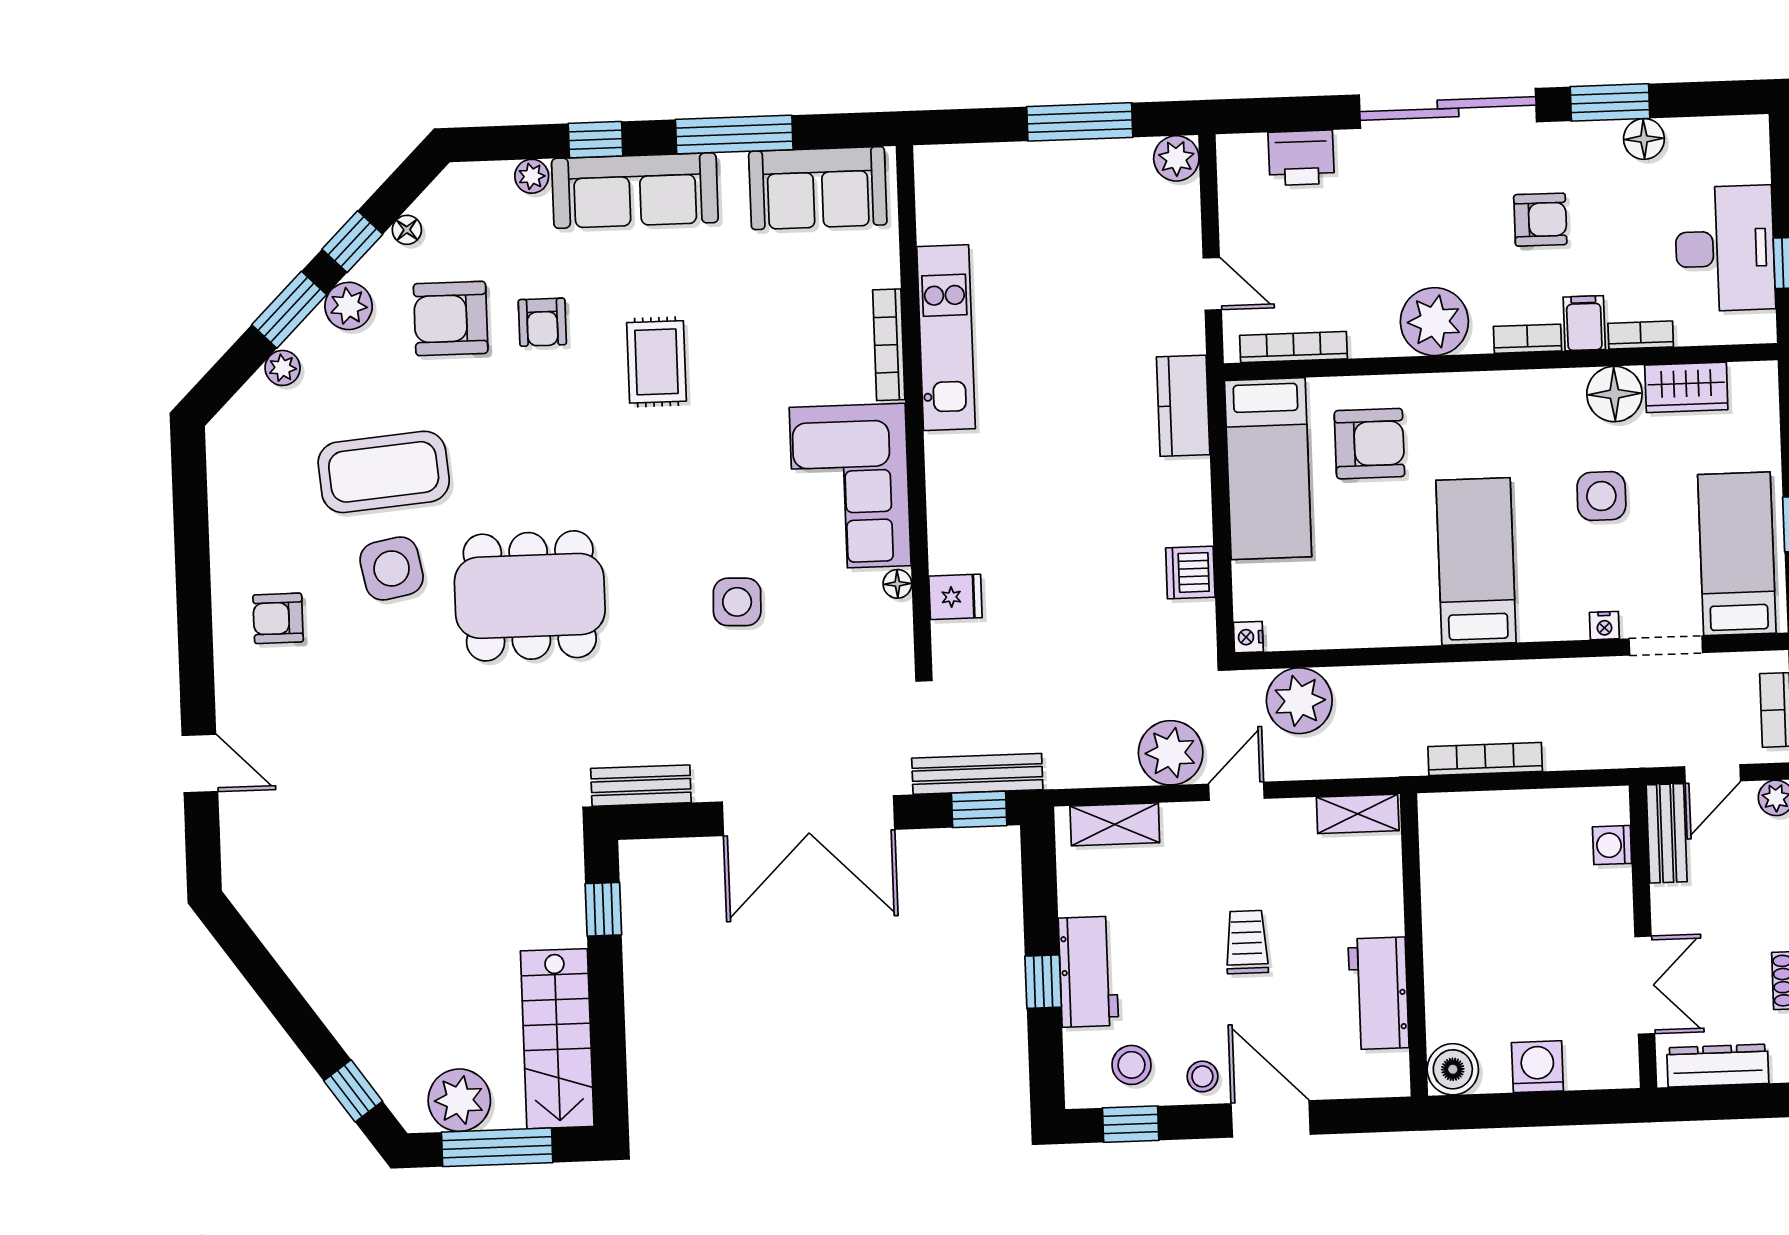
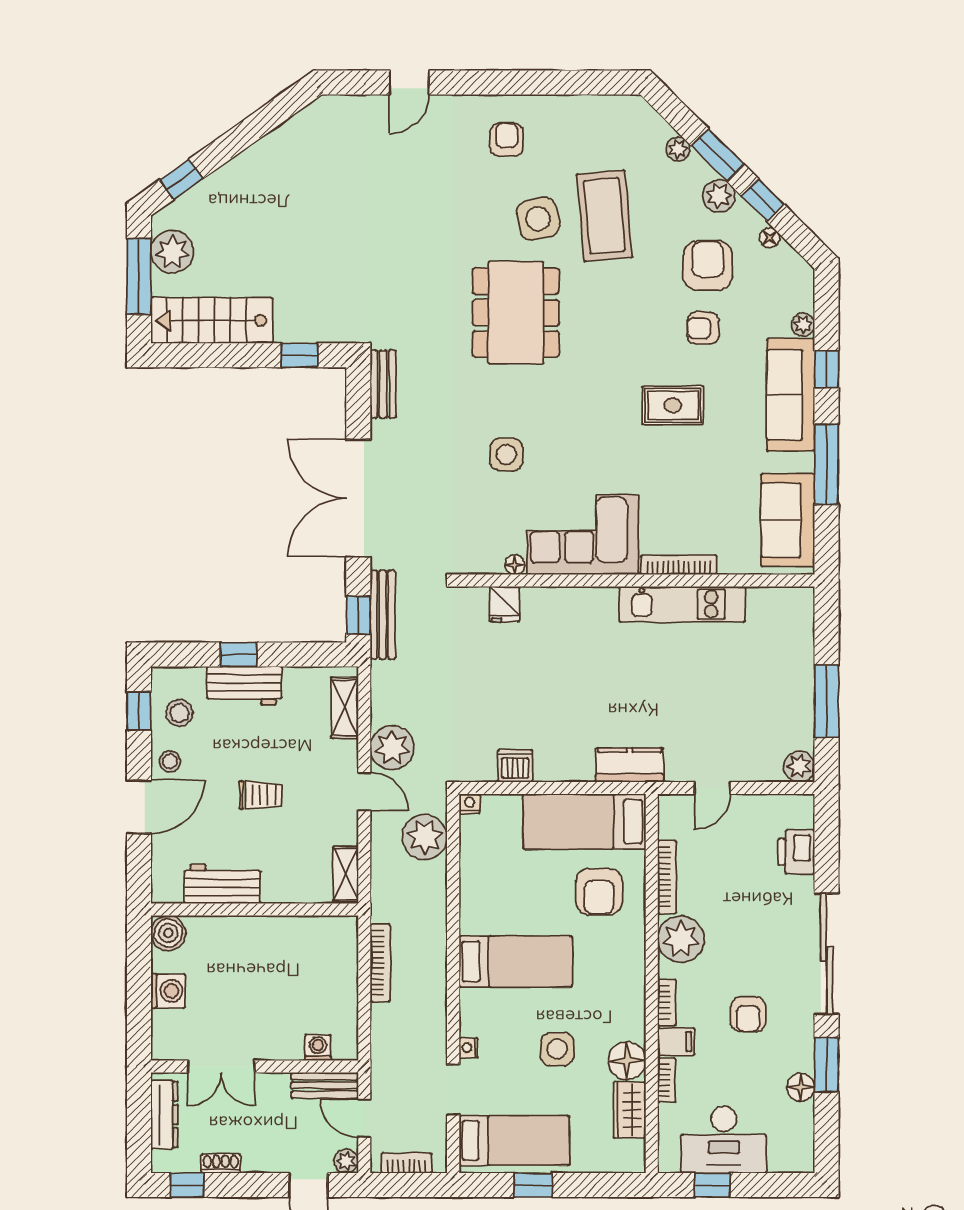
bookcase: (1294, 347) -> (667, 877), moved

